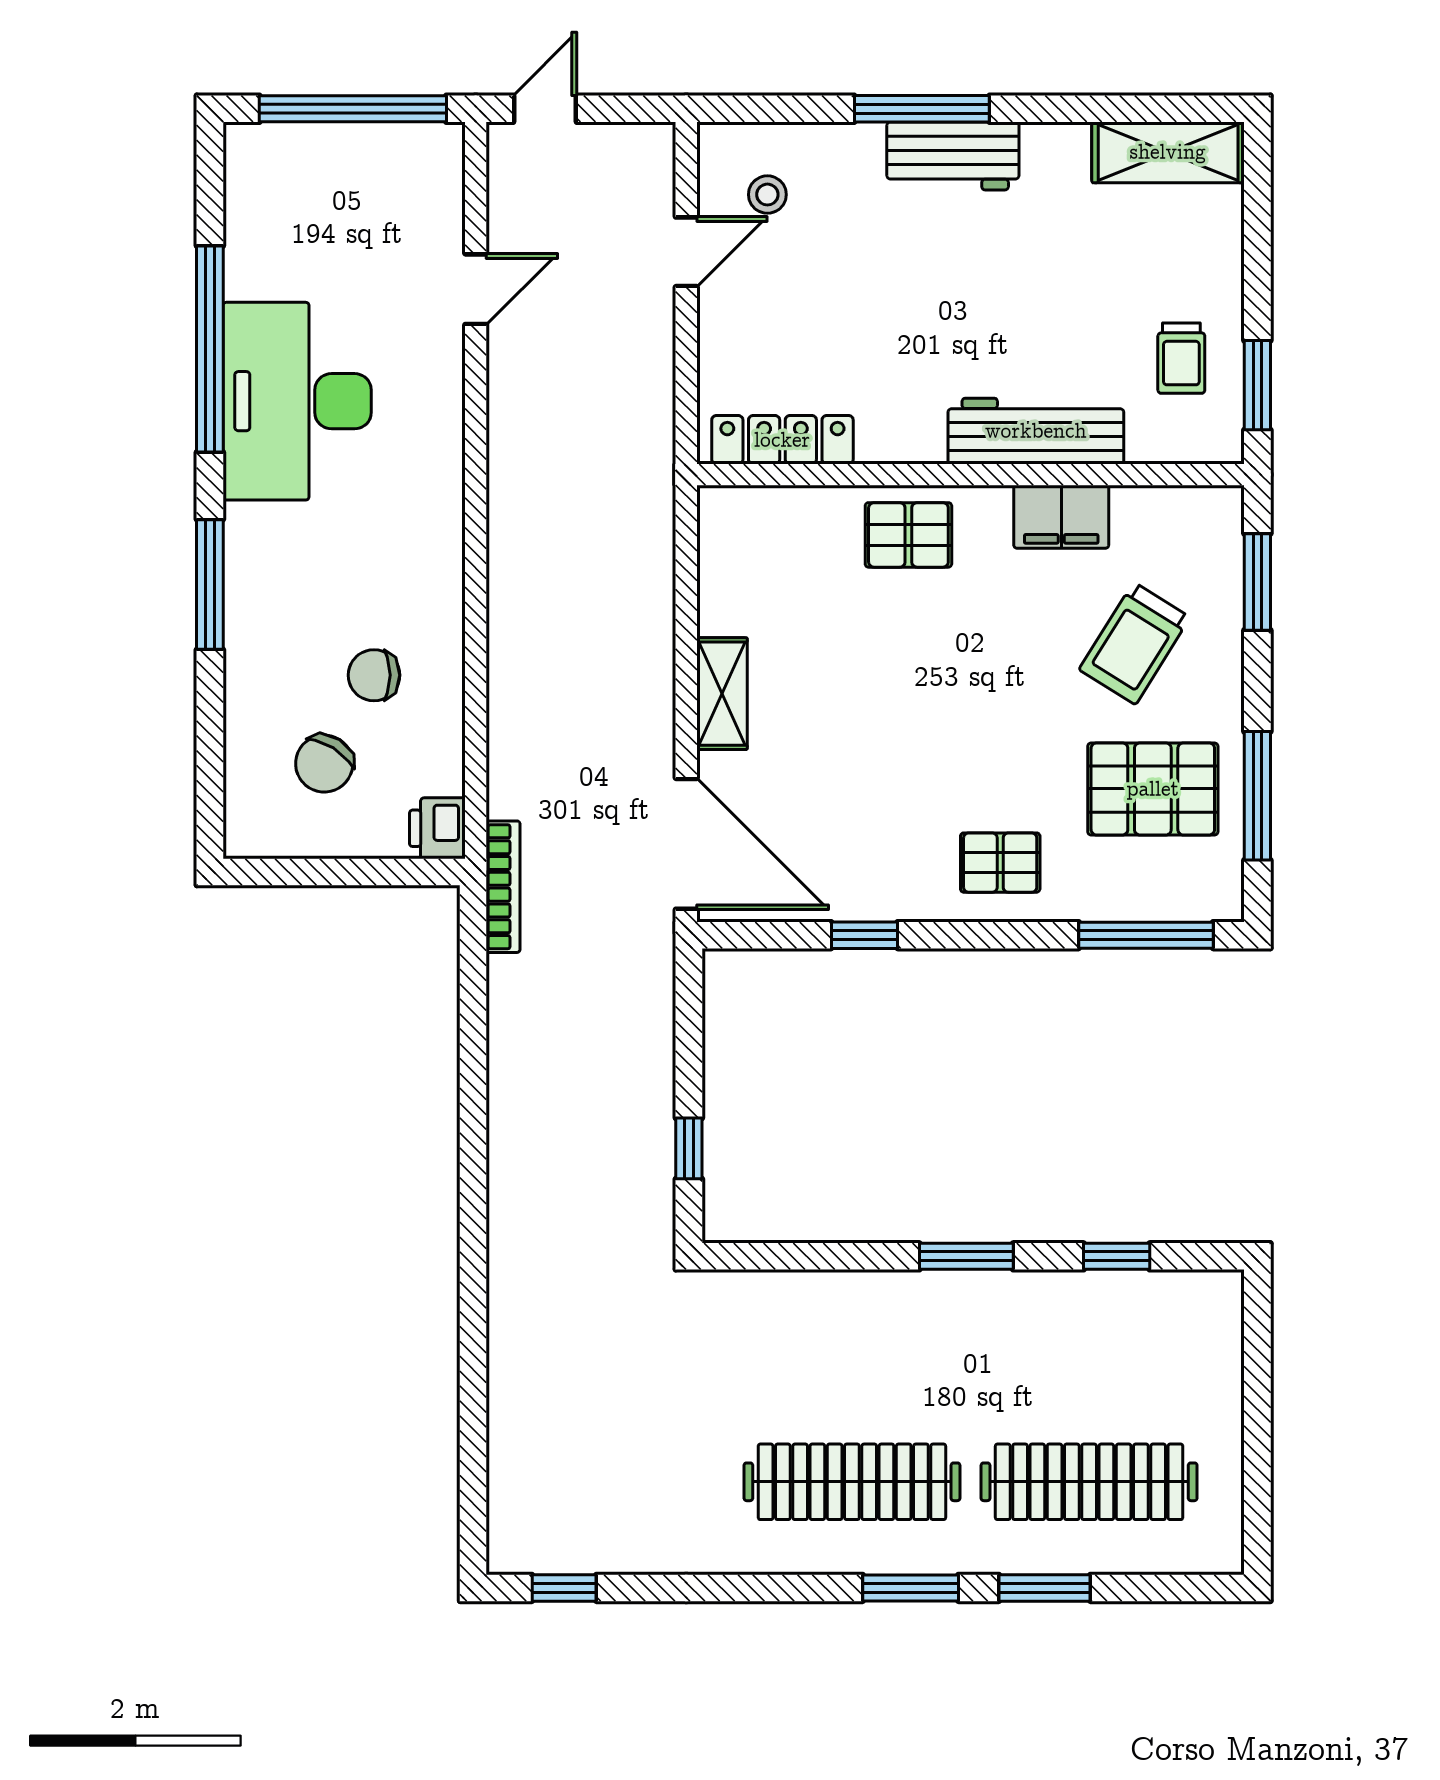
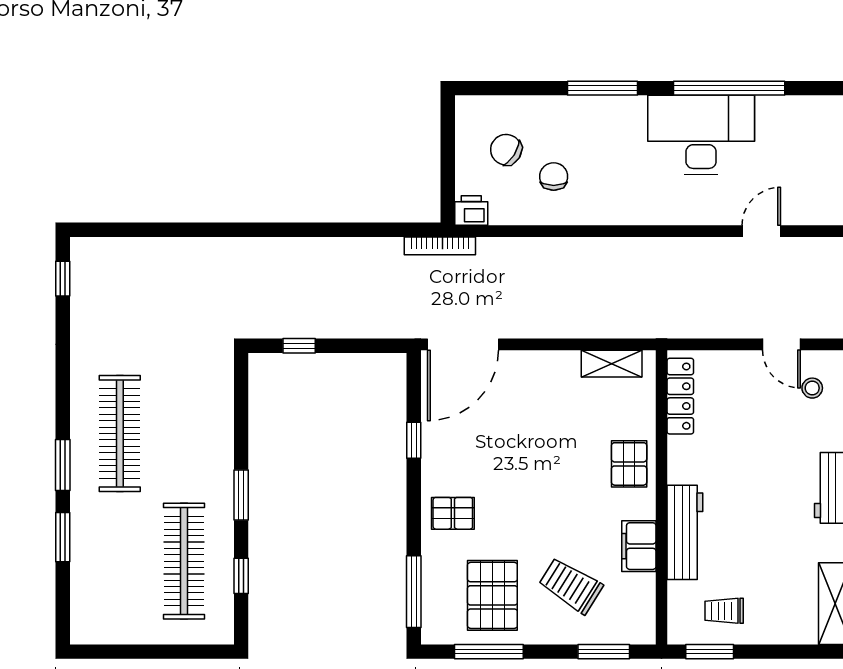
door: (476, 289) -> (761, 231), swing flipped
shelving: (722, 694) -> (612, 364), moved
pallet: (1000, 863) -> (453, 513), turned 90
clothes rail: (1089, 1482) -> (184, 561), moved

